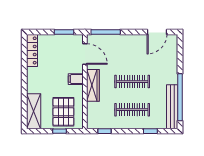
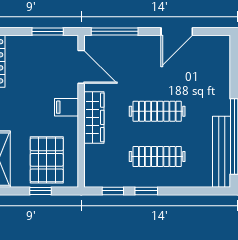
door: (157, 32) -> (177, 31), moved
window: (150, 131) -> (146, 191), moved

